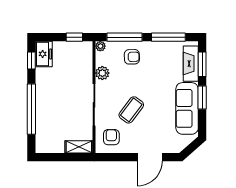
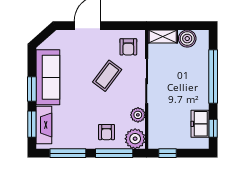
plant: (100, 46) -> (135, 139), width x1.88, depth x1.88
freezer: (44, 54) -> (200, 124), moved
armchair: (132, 57) -> (107, 132), turned -88
boiler: (56, 145) -> (187, 39), added

